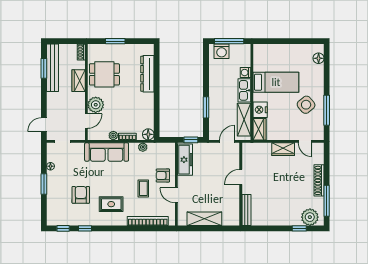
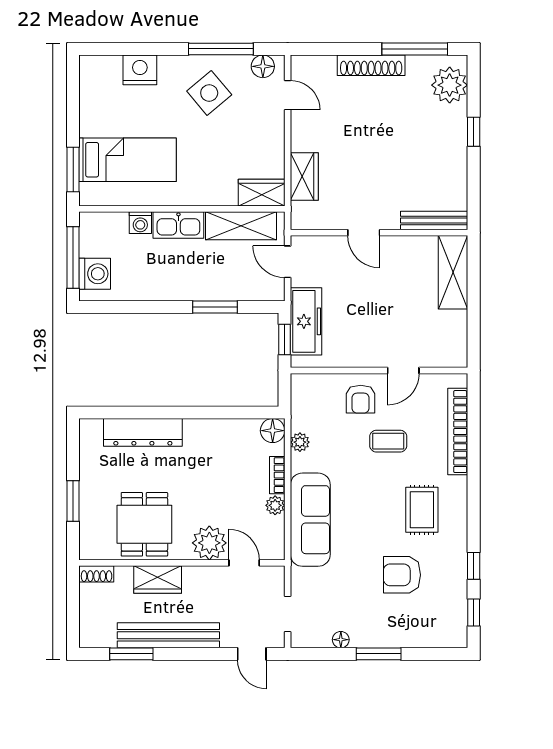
window: (270, 41) -> (73, 169), added
floor lamp: (319, 58) -> (263, 66), moved
bench: (53, 68) -> (168, 635), moved
bed: (276, 82) -> (128, 160), moved, turned 90
nightstand: (260, 110) -> (140, 70), moved, turned 180
door: (305, 141) -> (288, 95), hinge flipped
wardrobe: (283, 149) -> (304, 176), moved
freezer: (185, 160) -> (306, 321), moved, turned 90
shelving: (204, 219) -> (453, 272), moved
window: (299, 228) -> (474, 132), moved

